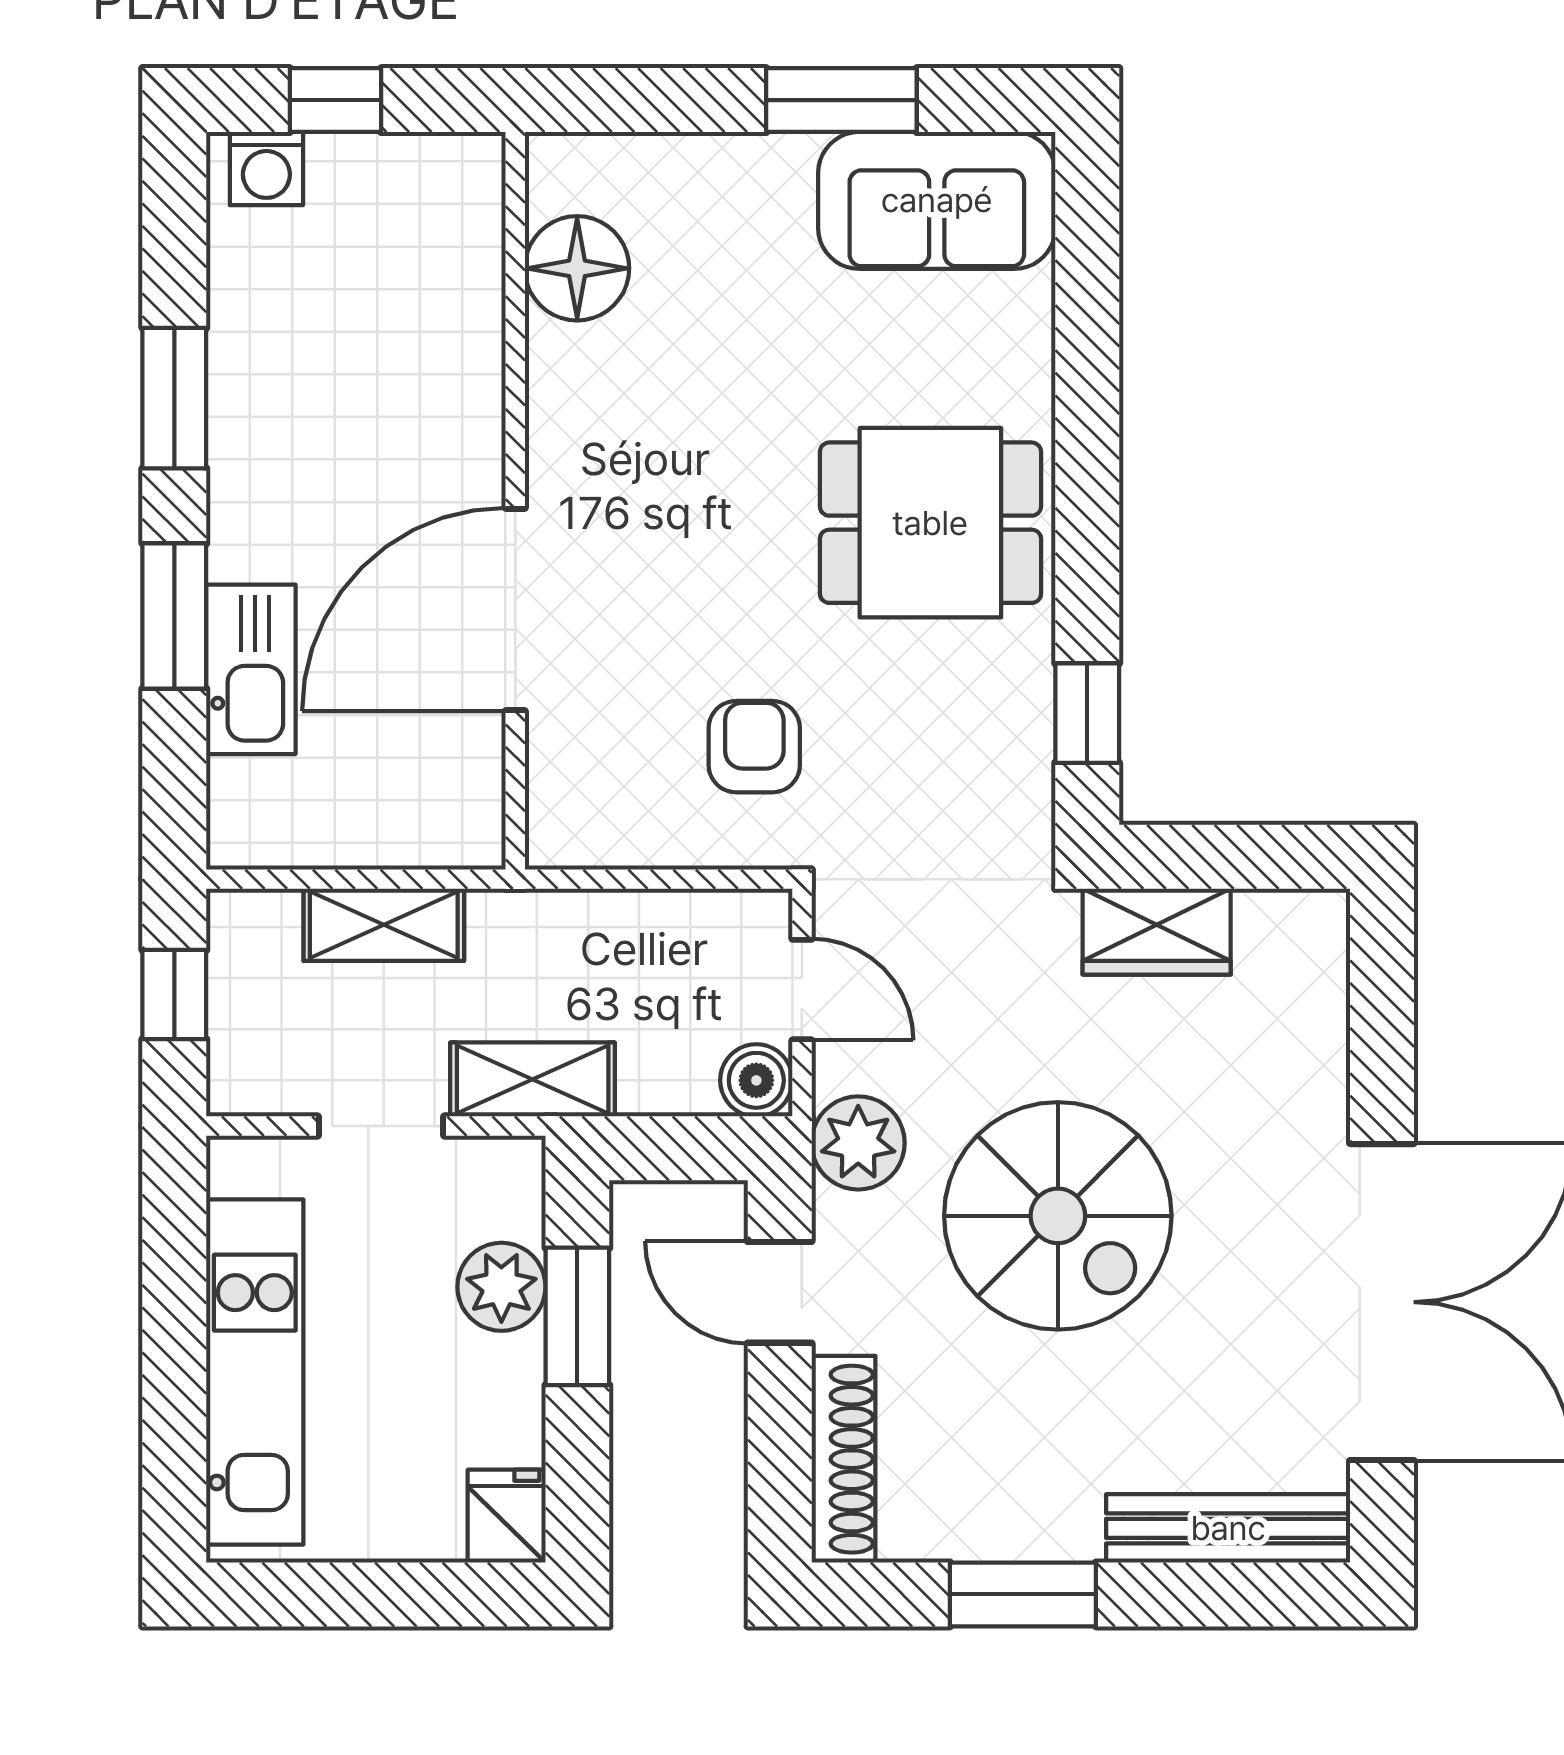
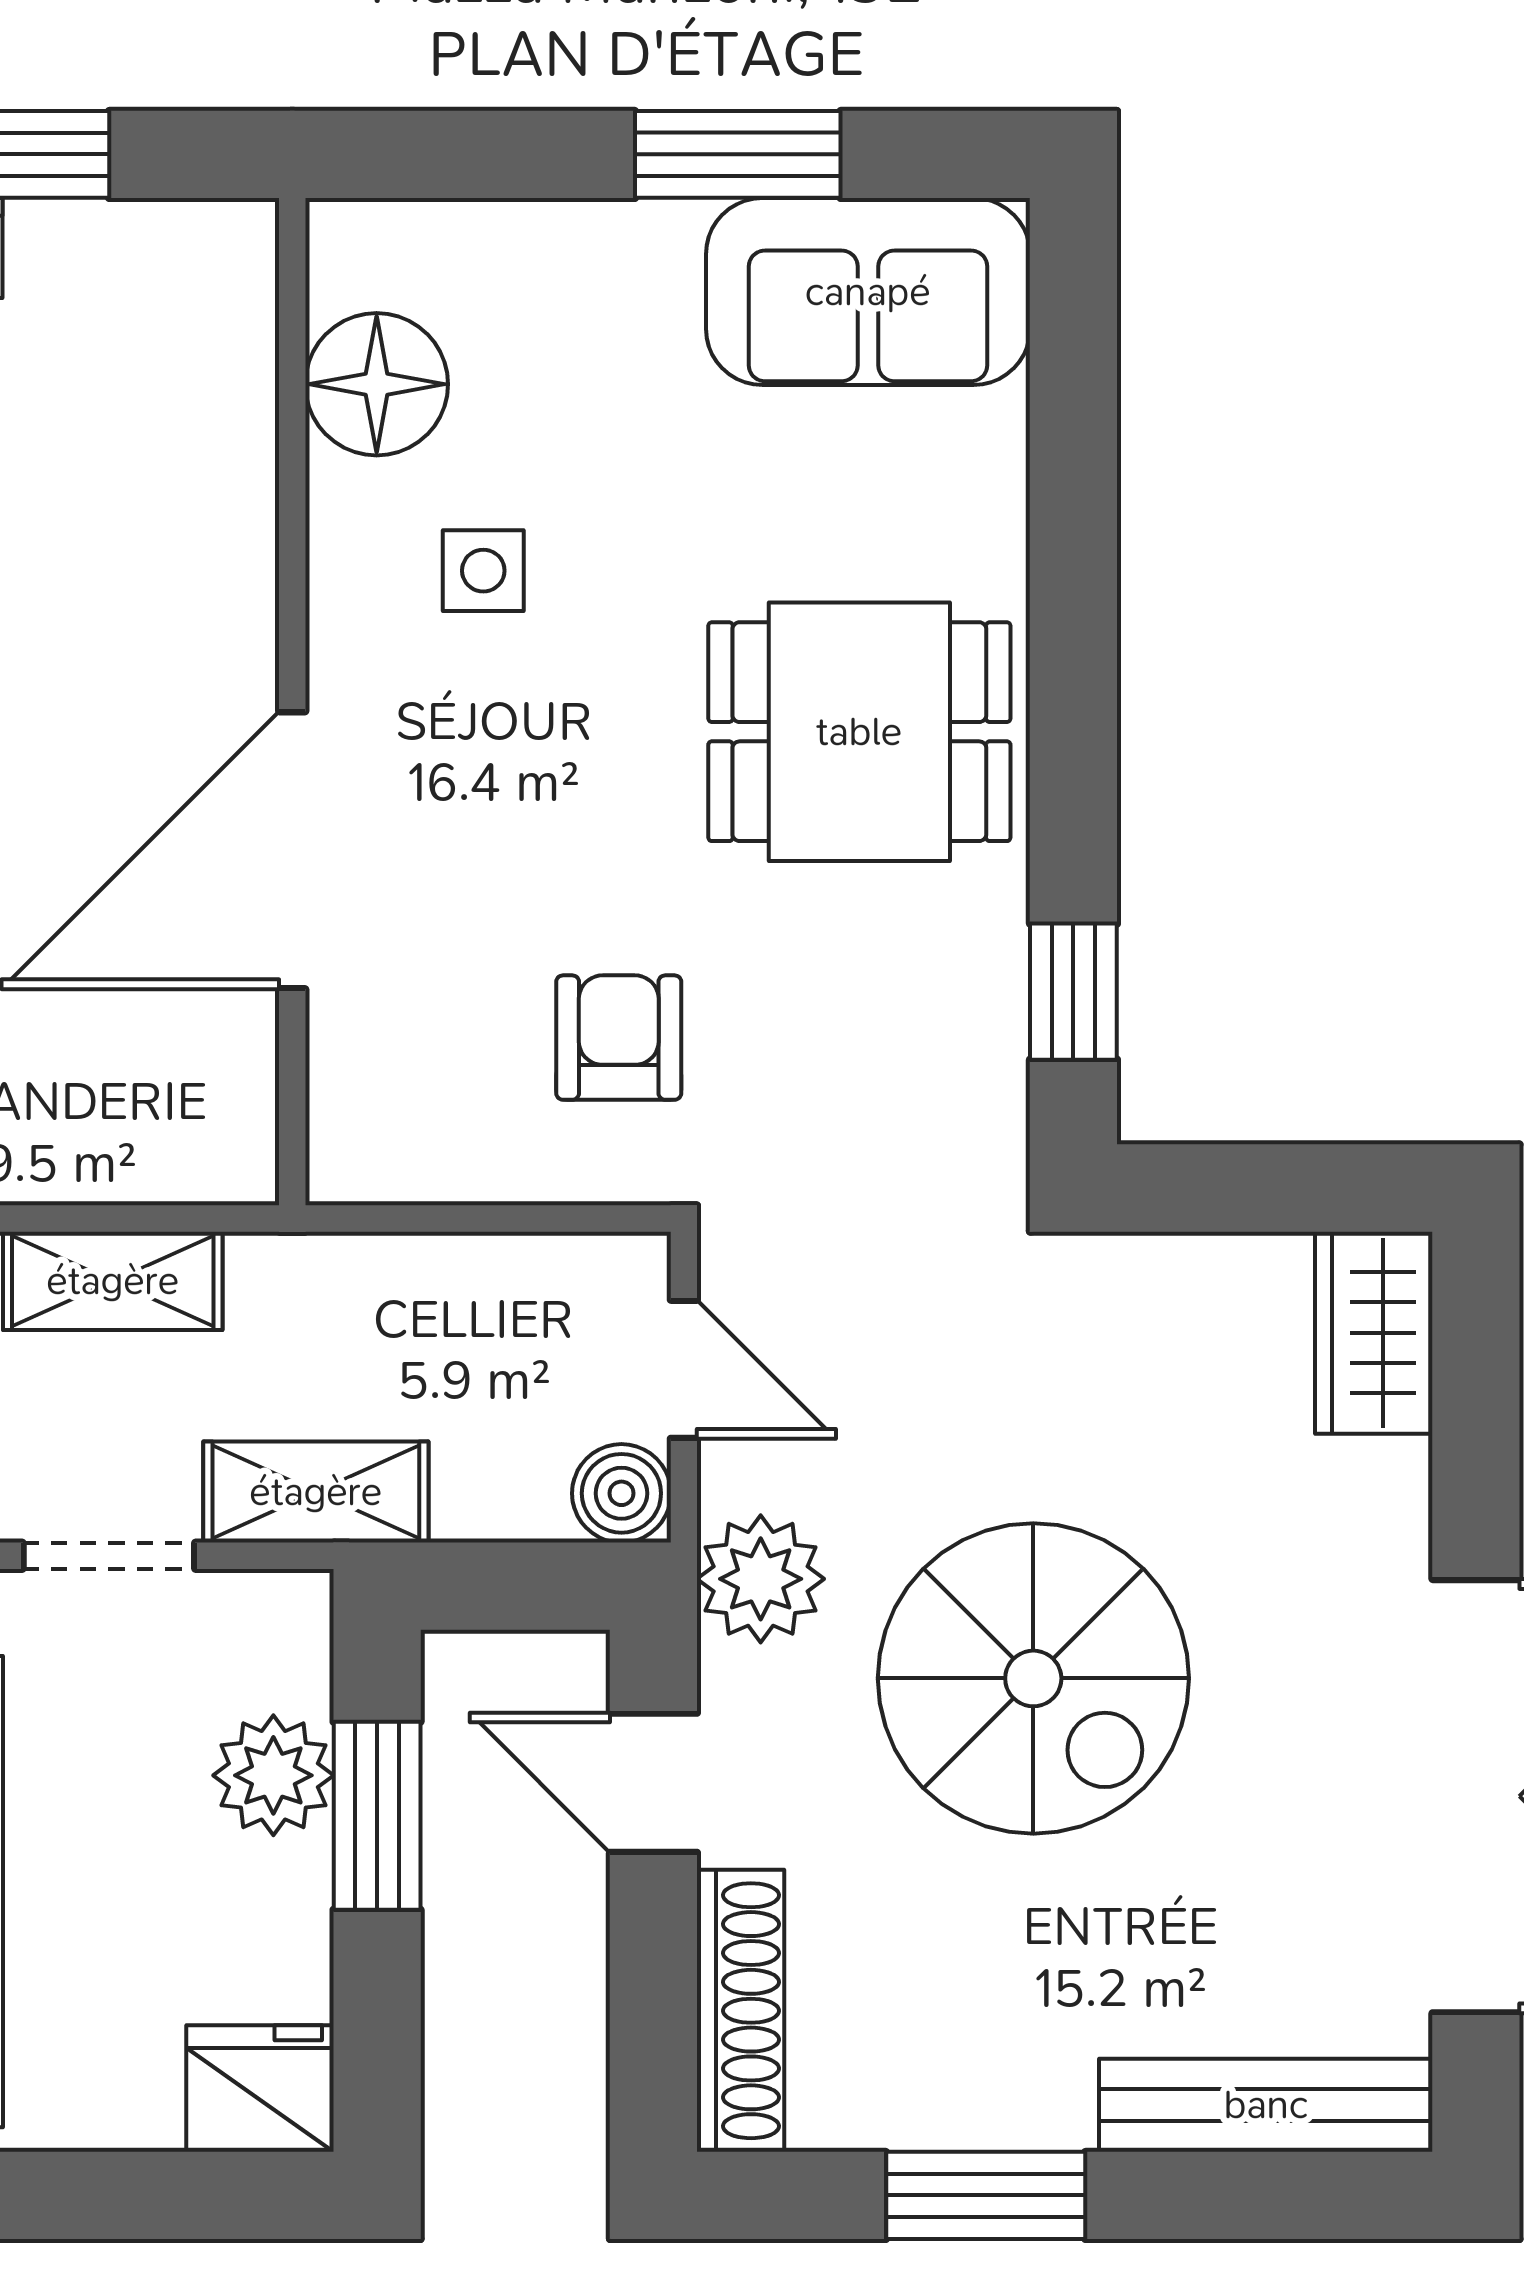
side table: (655, 405) -> (483, 571), added
wardrobe: (1157, 932) -> (1374, 1333), moved, turned 90
fridge: (507, 1516) -> (260, 2089), width x1.38

